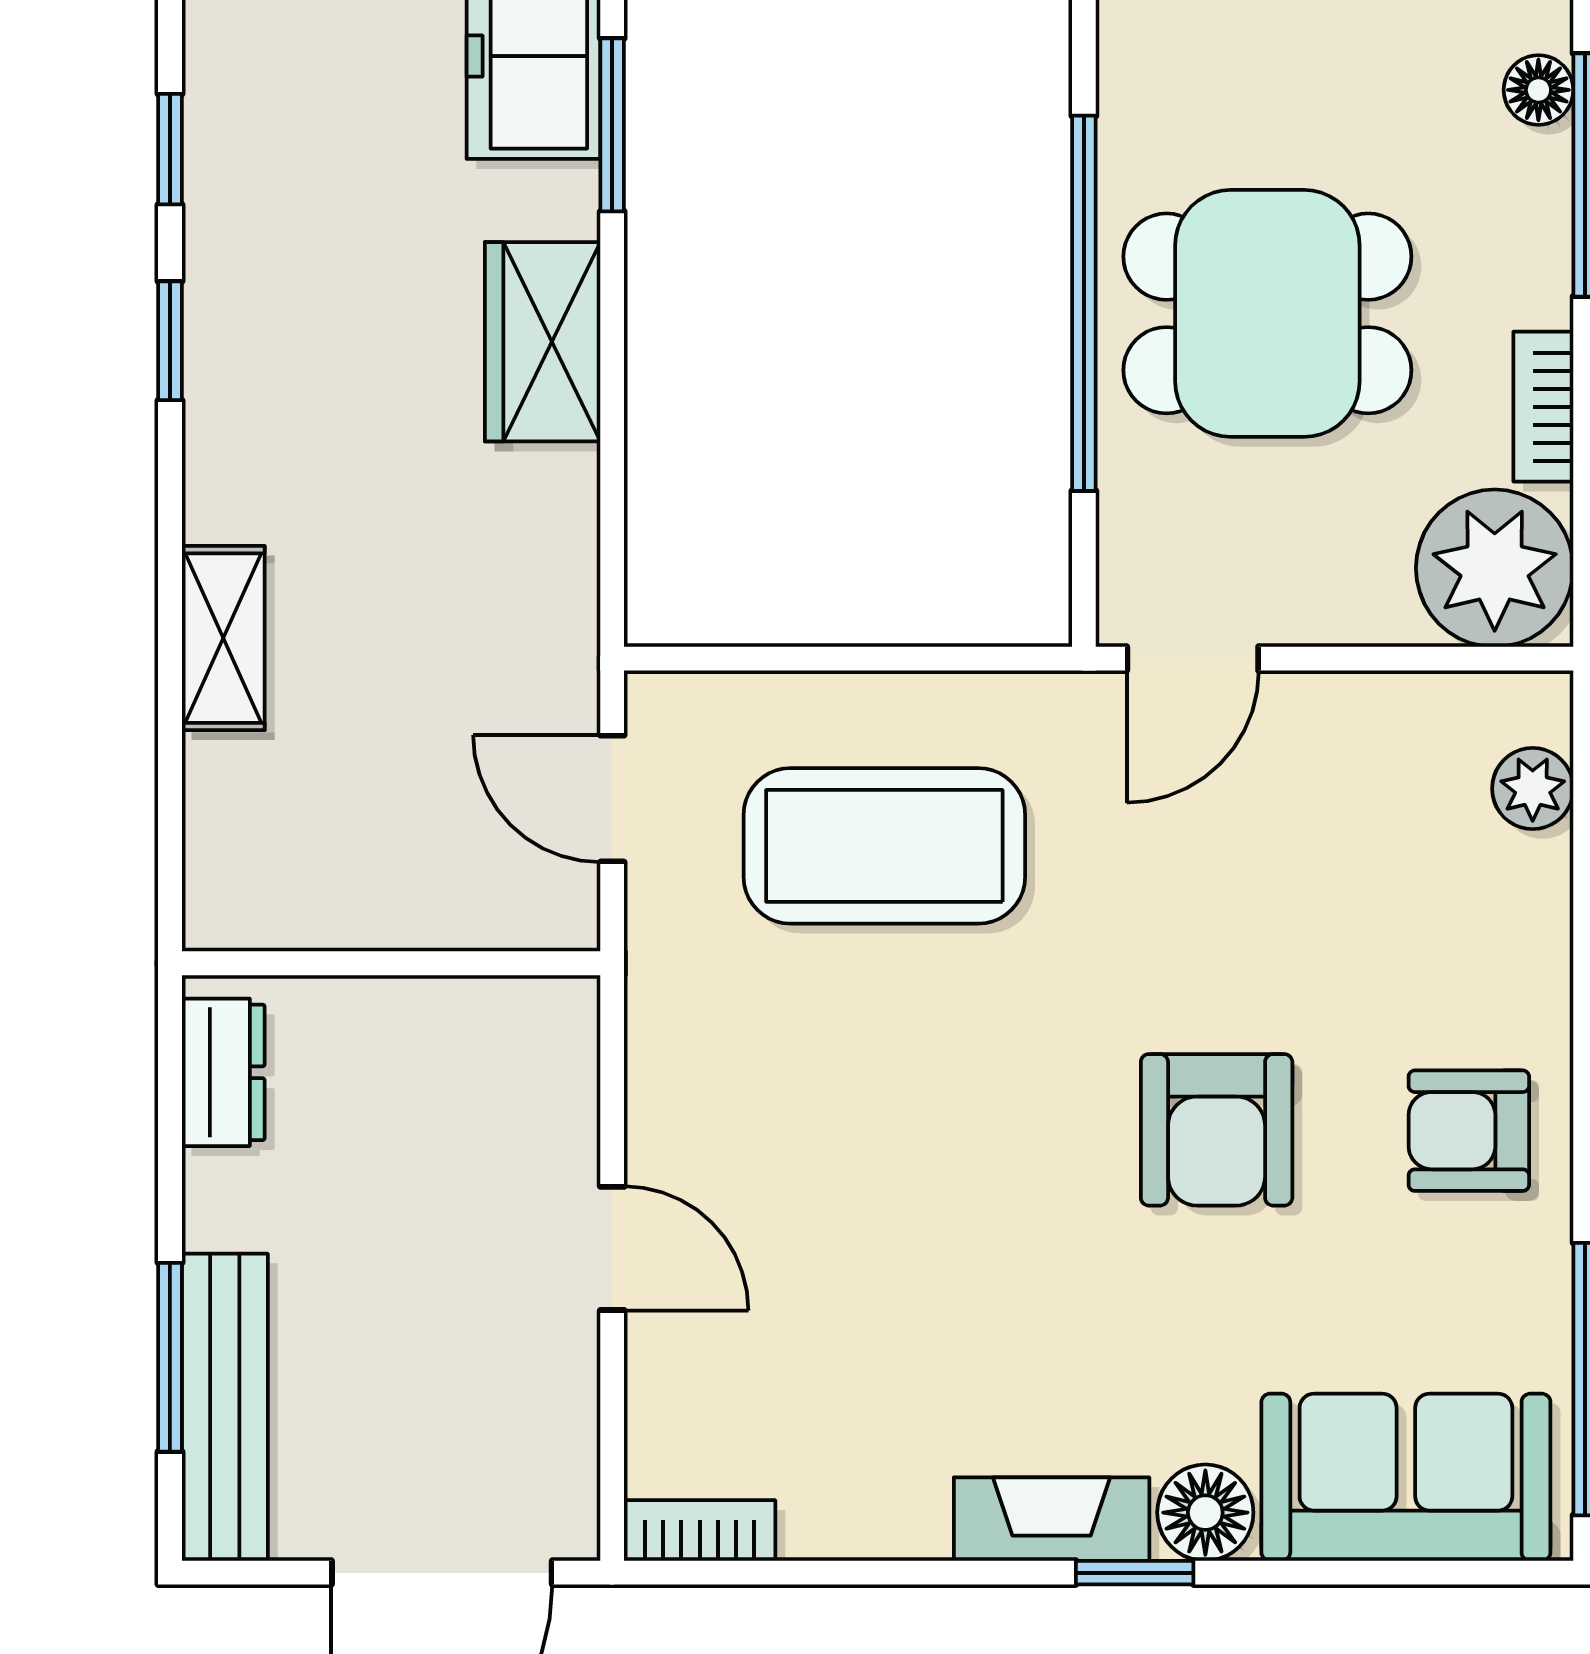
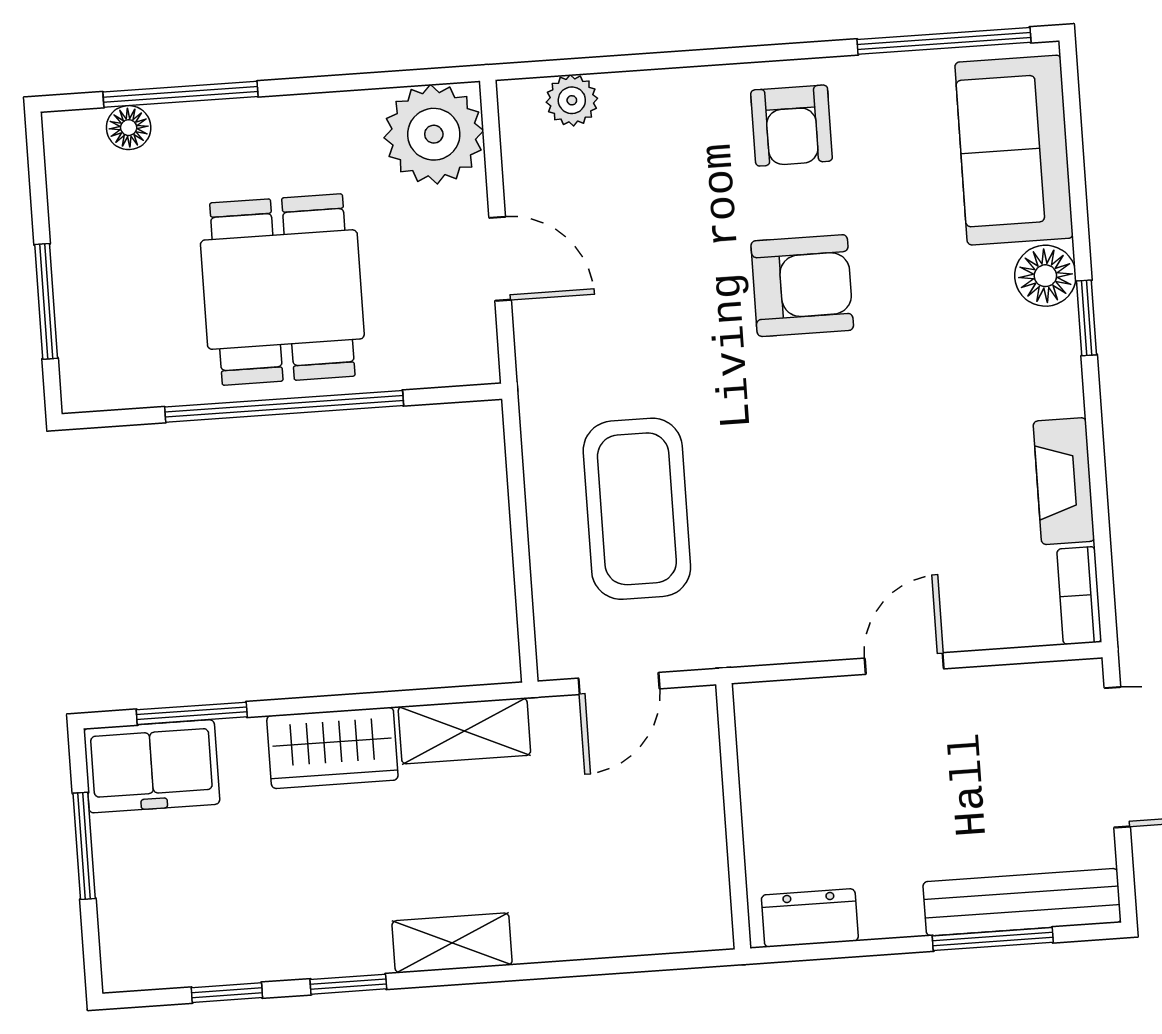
bookcase: (1543, 407) -> (329, 110), removed
shelving: (555, 551) -> (464, 731), added
shelving: (223, 638) -> (452, 943), moved
door: (1193, 659) -> (500, 259), moved
fireplace: (1052, 1519) -> (1064, 481), moved

